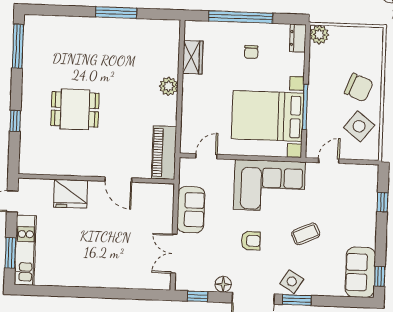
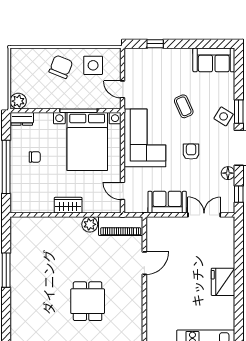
wardrobe: (193, 57) -> (68, 205), moved
plant: (169, 86) -> (90, 224), moved
side table: (359, 126) -> (93, 65), turned -38
fridge: (71, 194) -> (223, 282), moved, turned 180
double door: (174, 254) -> (204, 215), swing flipped
window: (380, 276) -> (217, 44), removed

